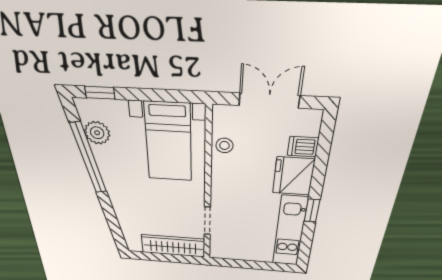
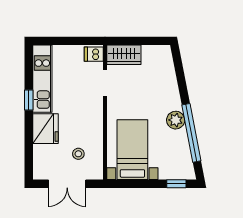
plant: (97, 133) -> (176, 120), moved
stool: (224, 145) -> (78, 154), moved
dishwasher: (303, 147) -> (94, 54), moved, turned 180
wardrobe: (173, 246) -> (124, 55), width x0.67

